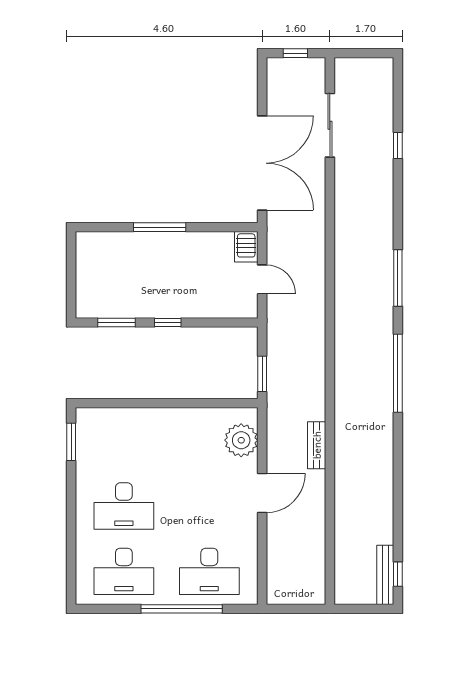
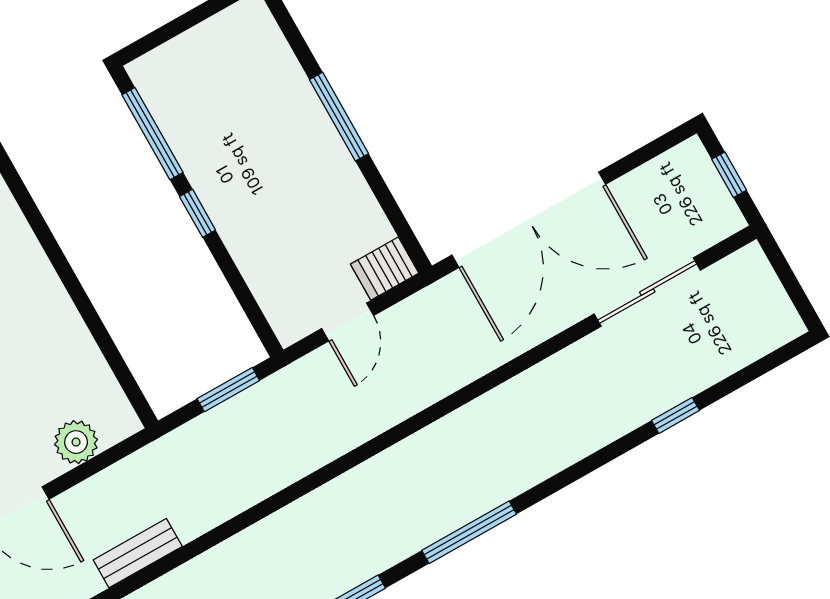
window: (117, 322) -> (152, 134), width x1.44
window: (262, 374) -> (228, 390), moved
plant: (241, 440) -> (76, 442), width x0.73, depth x0.73

